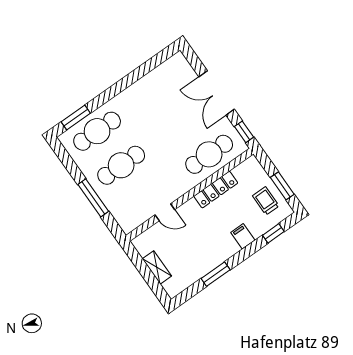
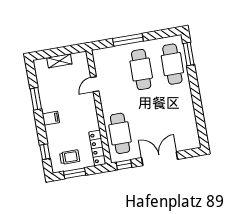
locker: (216, 190) -> (97, 148), moved
filing cabinet: (243, 236) -> (51, 118), moved

